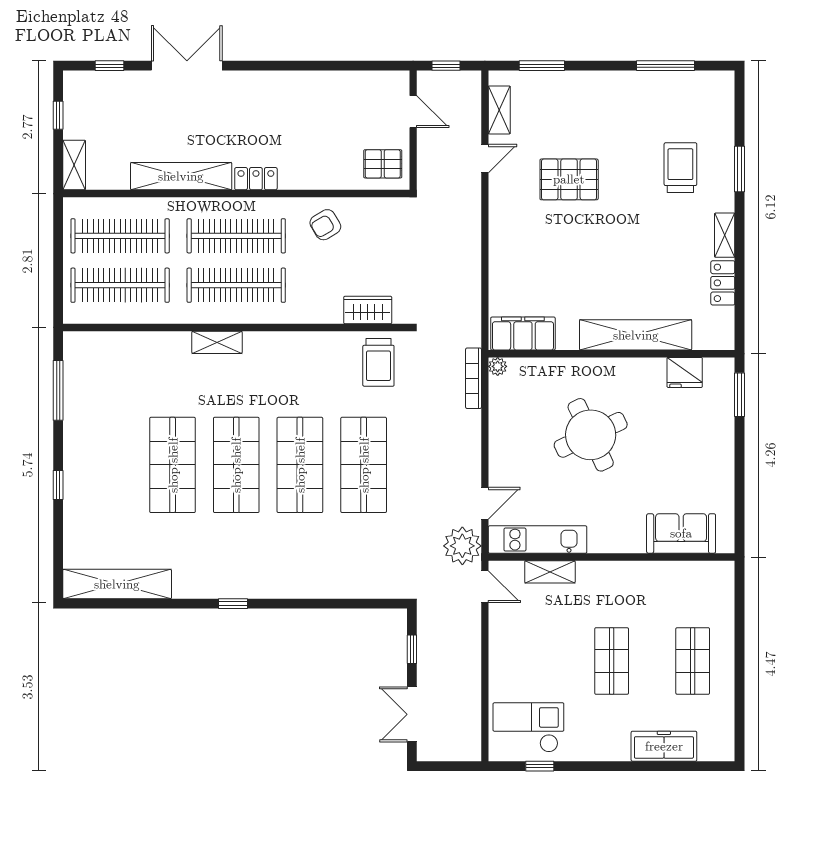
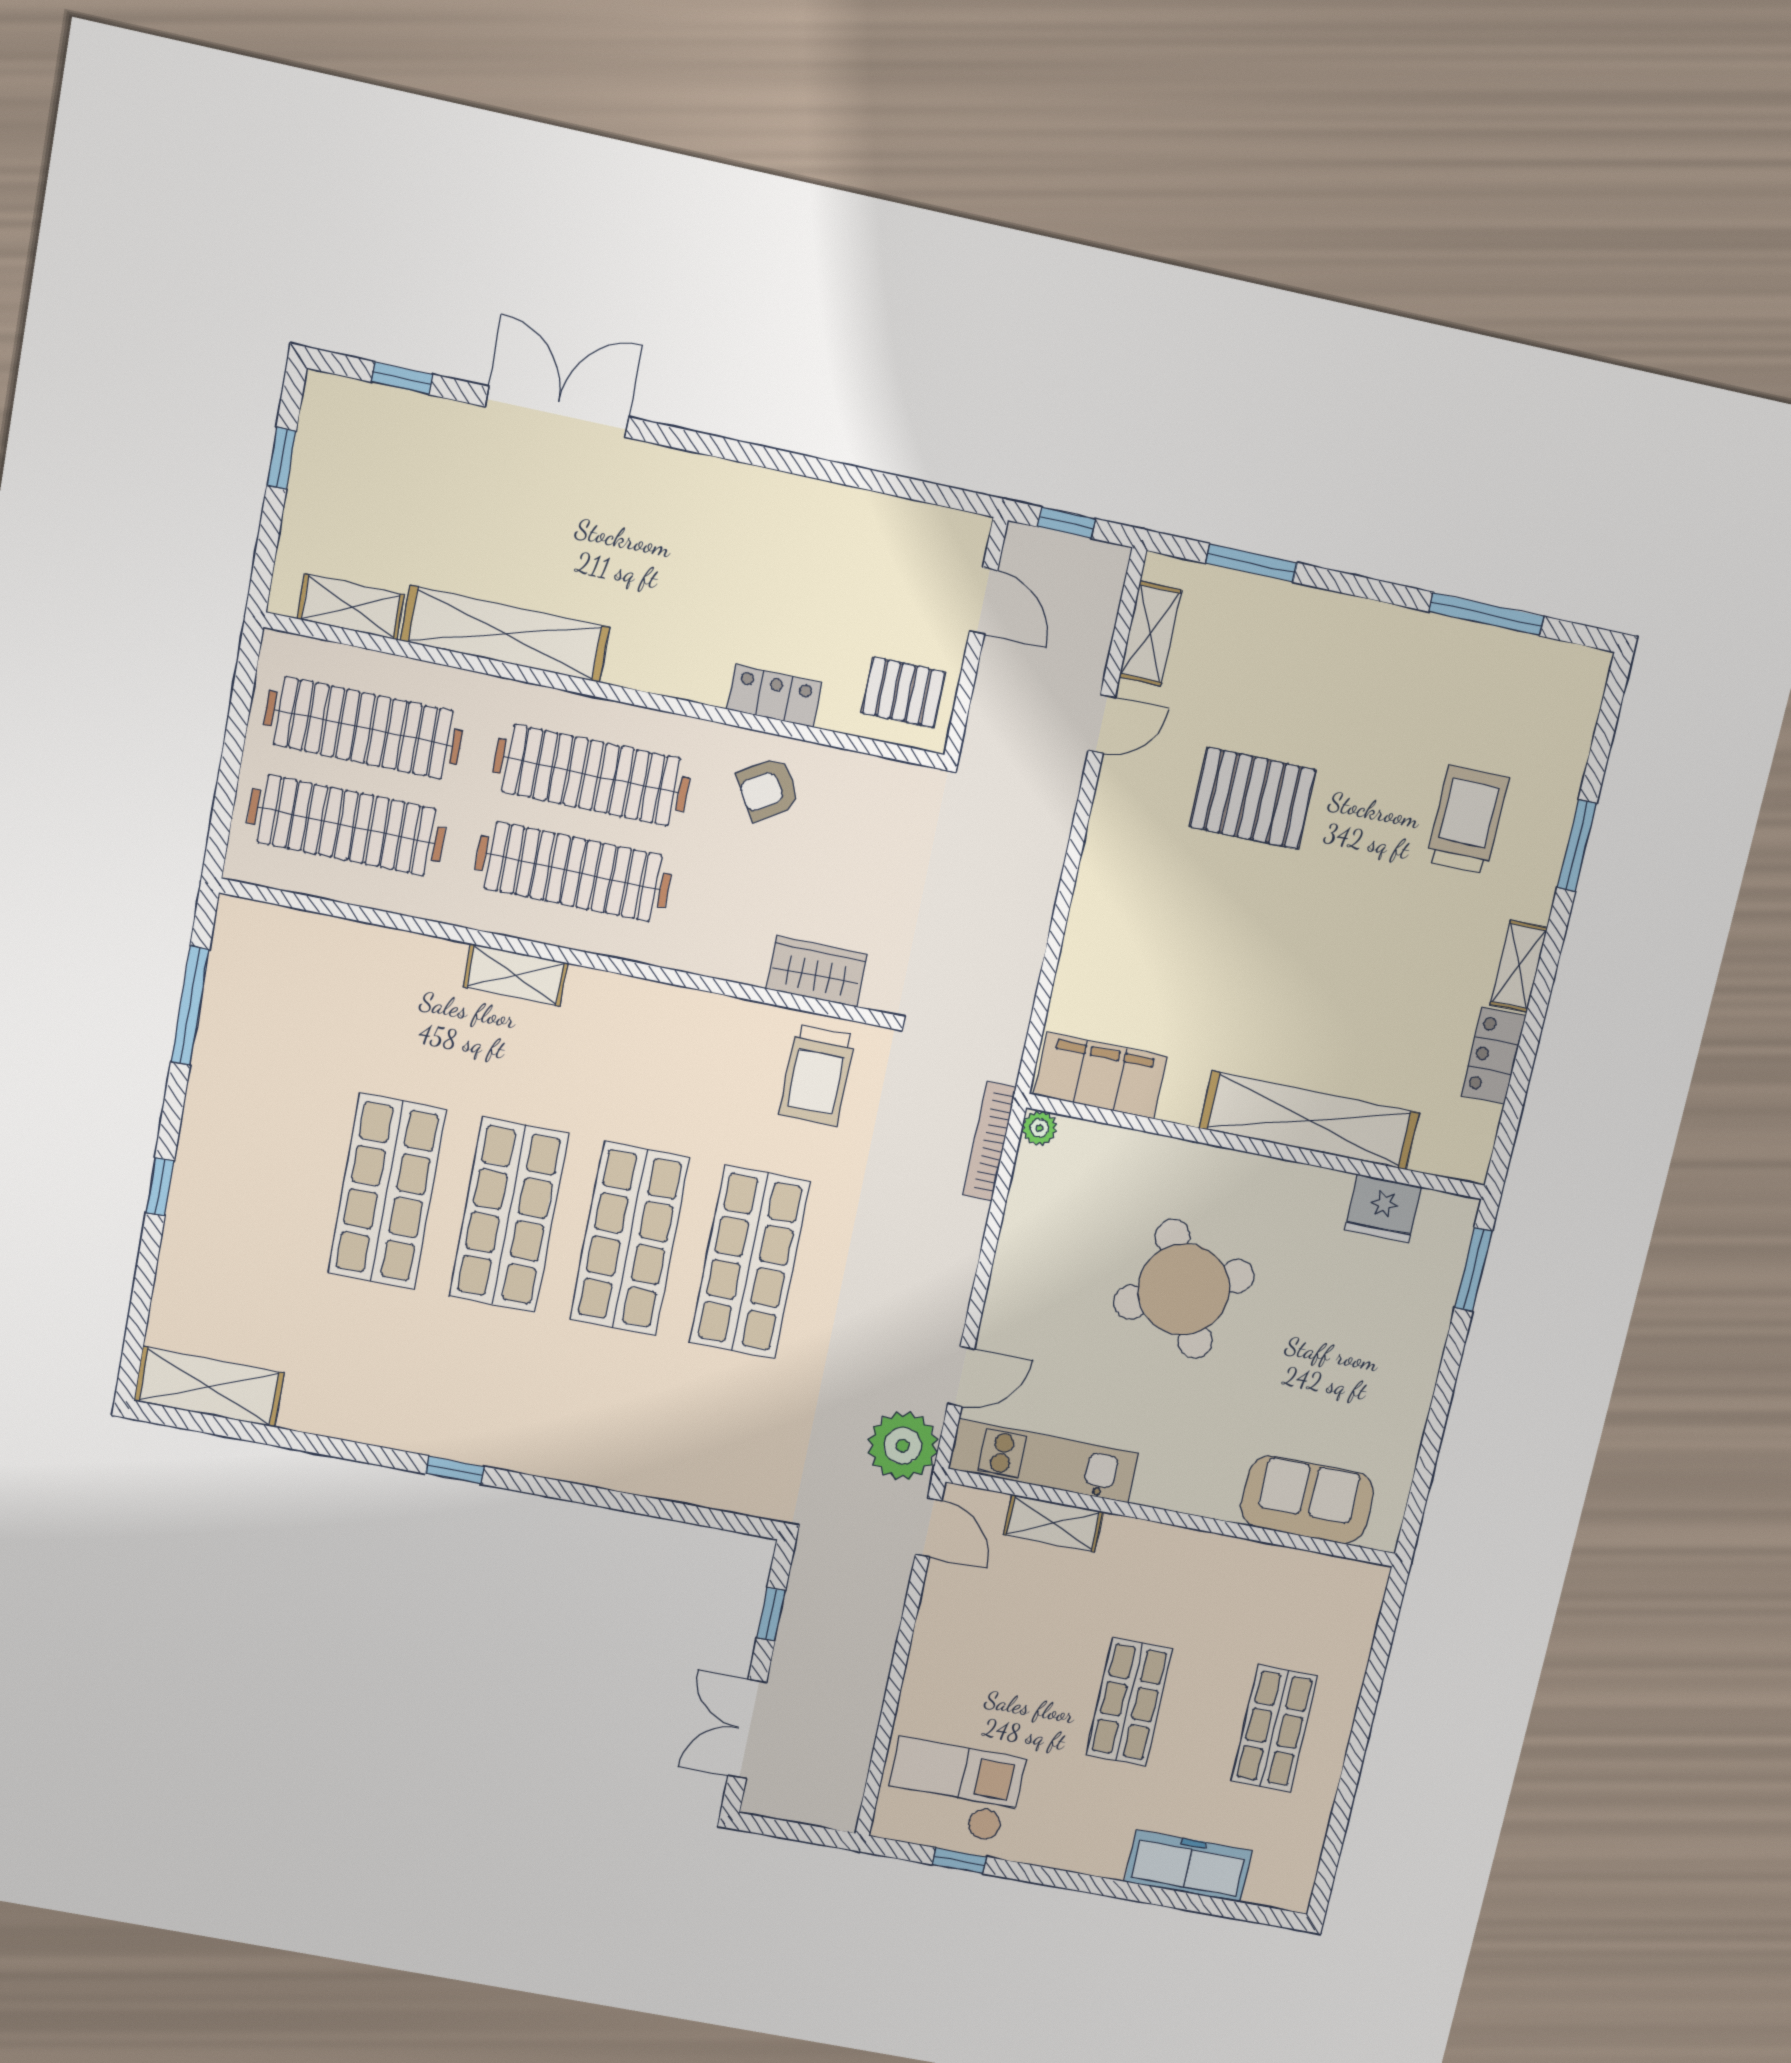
shelving: (74, 165) -> (351, 607), moved, turned 90
locker: (256, 179) -> (774, 696), moved
shelving: (117, 584) -> (209, 1387), width x0.68

